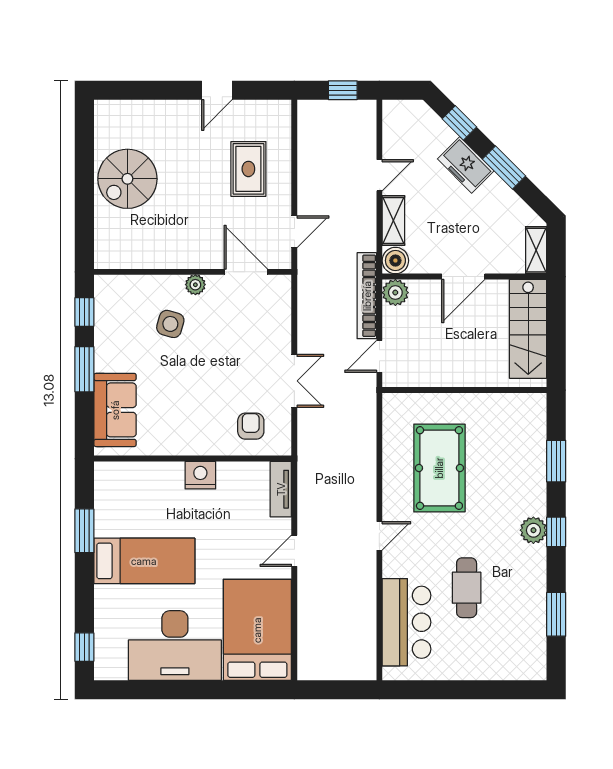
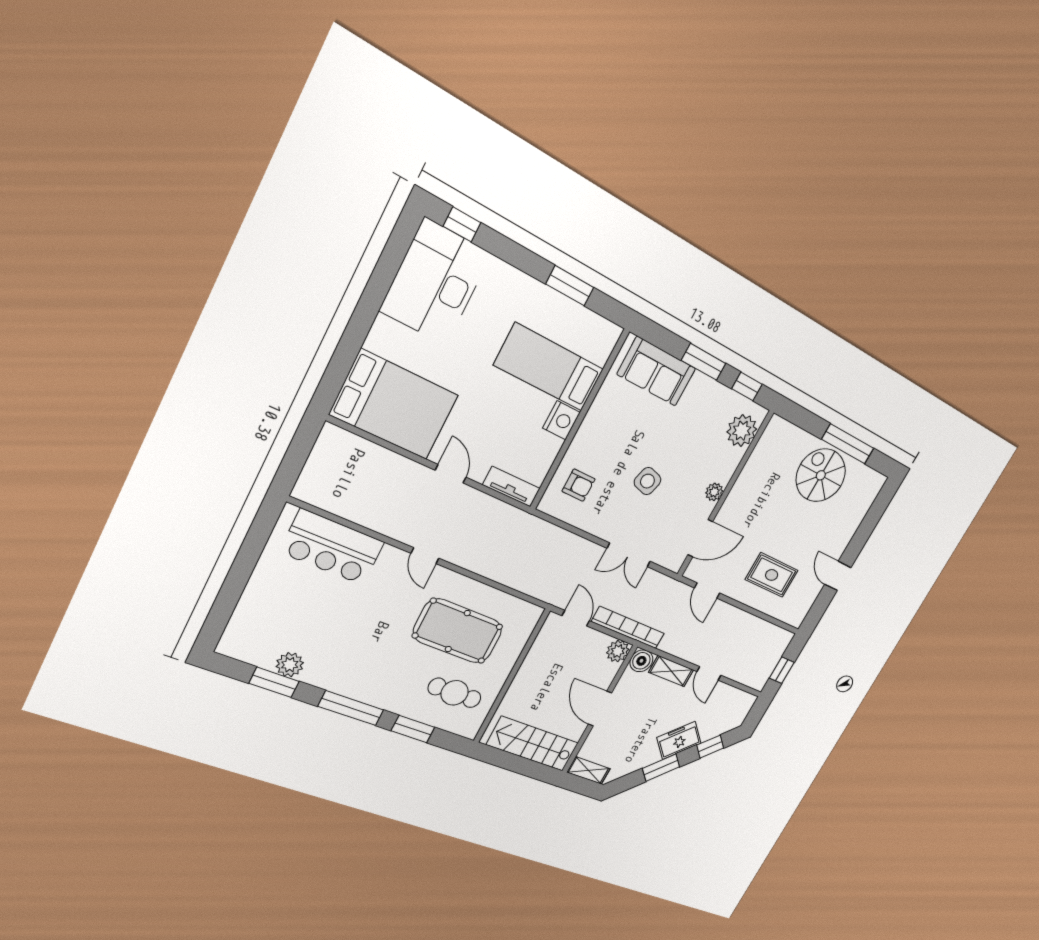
window: (84, 169) -> (848, 444), added
plant: (126, 292) -> (742, 431), added
side table: (170, 324) -> (647, 481), moved
double door: (294, 381) -> (629, 555), moved
plant: (533, 530) -> (290, 665), moved
window: (556, 532) -> (351, 708), width x2.17
bed: (144, 561) -> (549, 367), moved, turned 90
cafe table: (467, 588) -> (455, 693), moved
desk: (175, 646) -> (436, 282), moved

